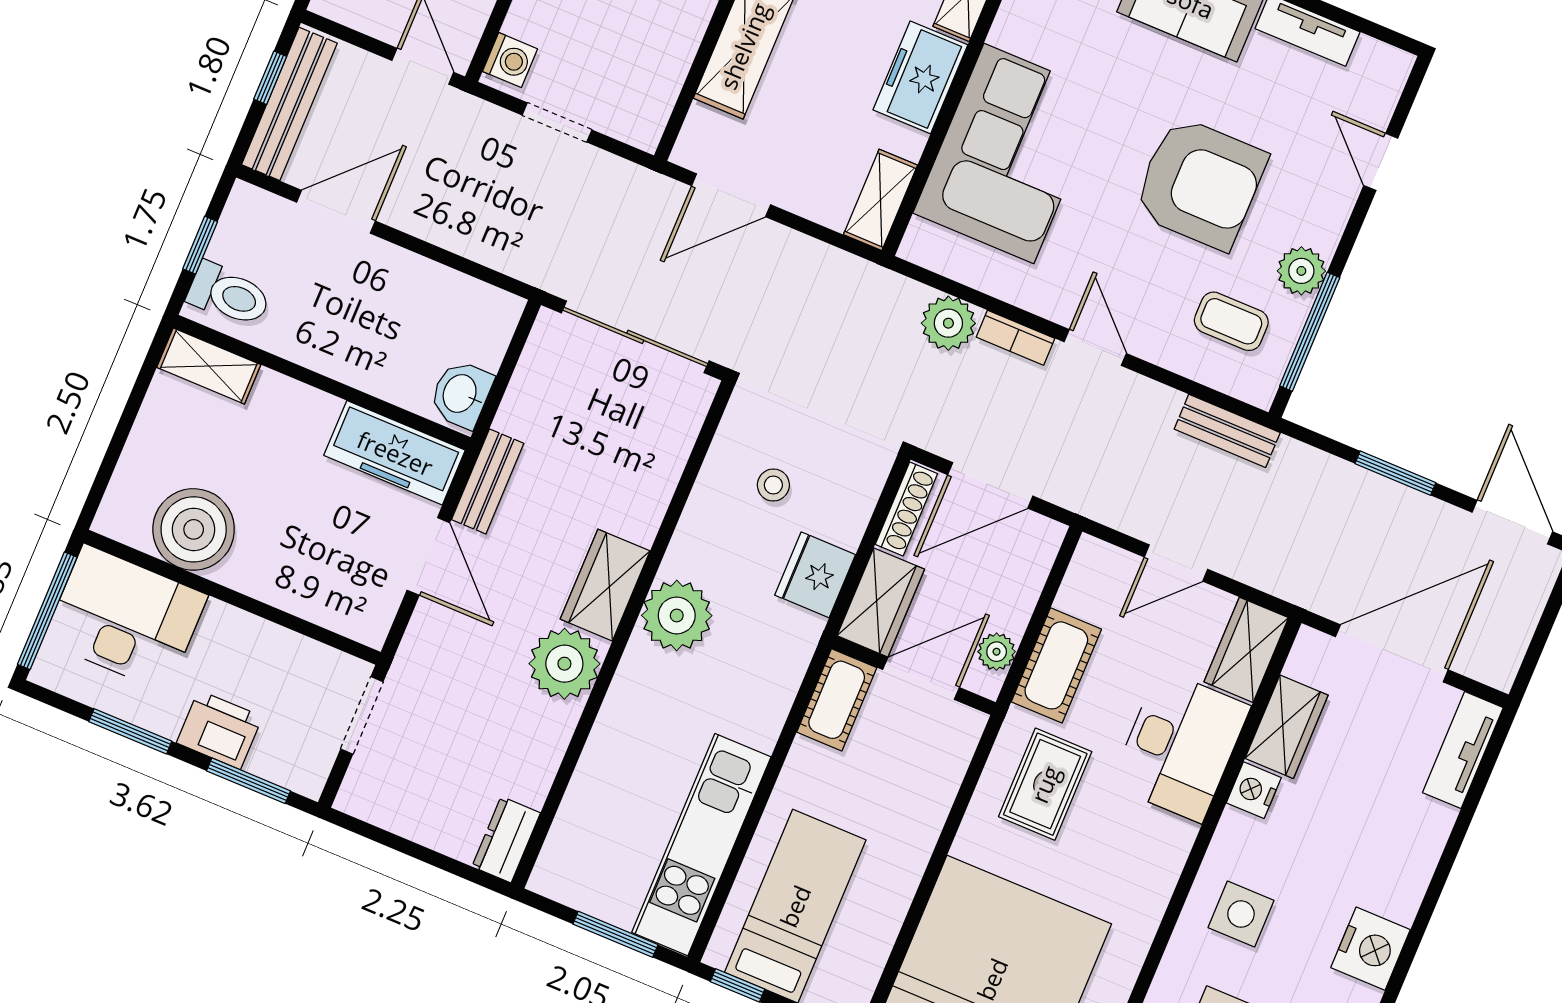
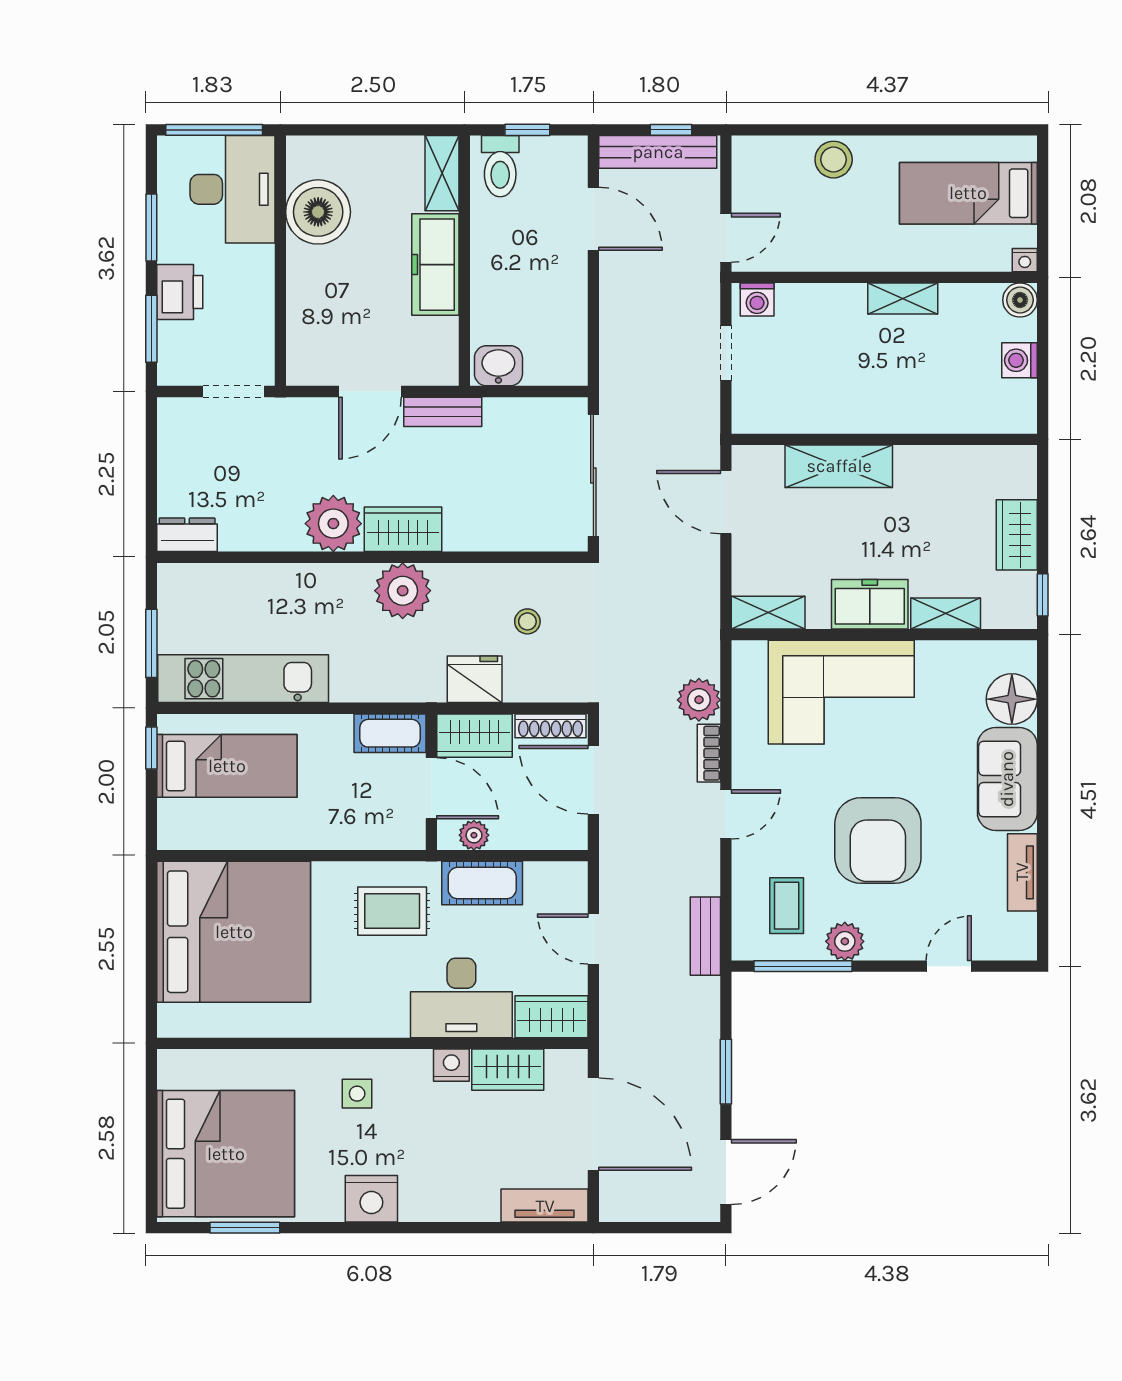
freezer: (395, 453) -> (435, 265), moved
side table: (1241, 914) -> (357, 1094), width x0.73, depth x0.73

